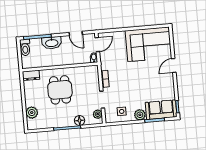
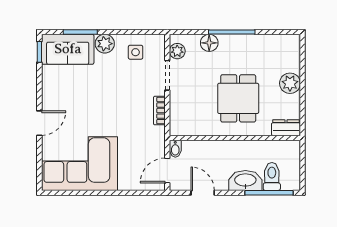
toilet: (25, 47) -> (272, 177), moved
plant: (32, 113) -> (290, 83), moved

